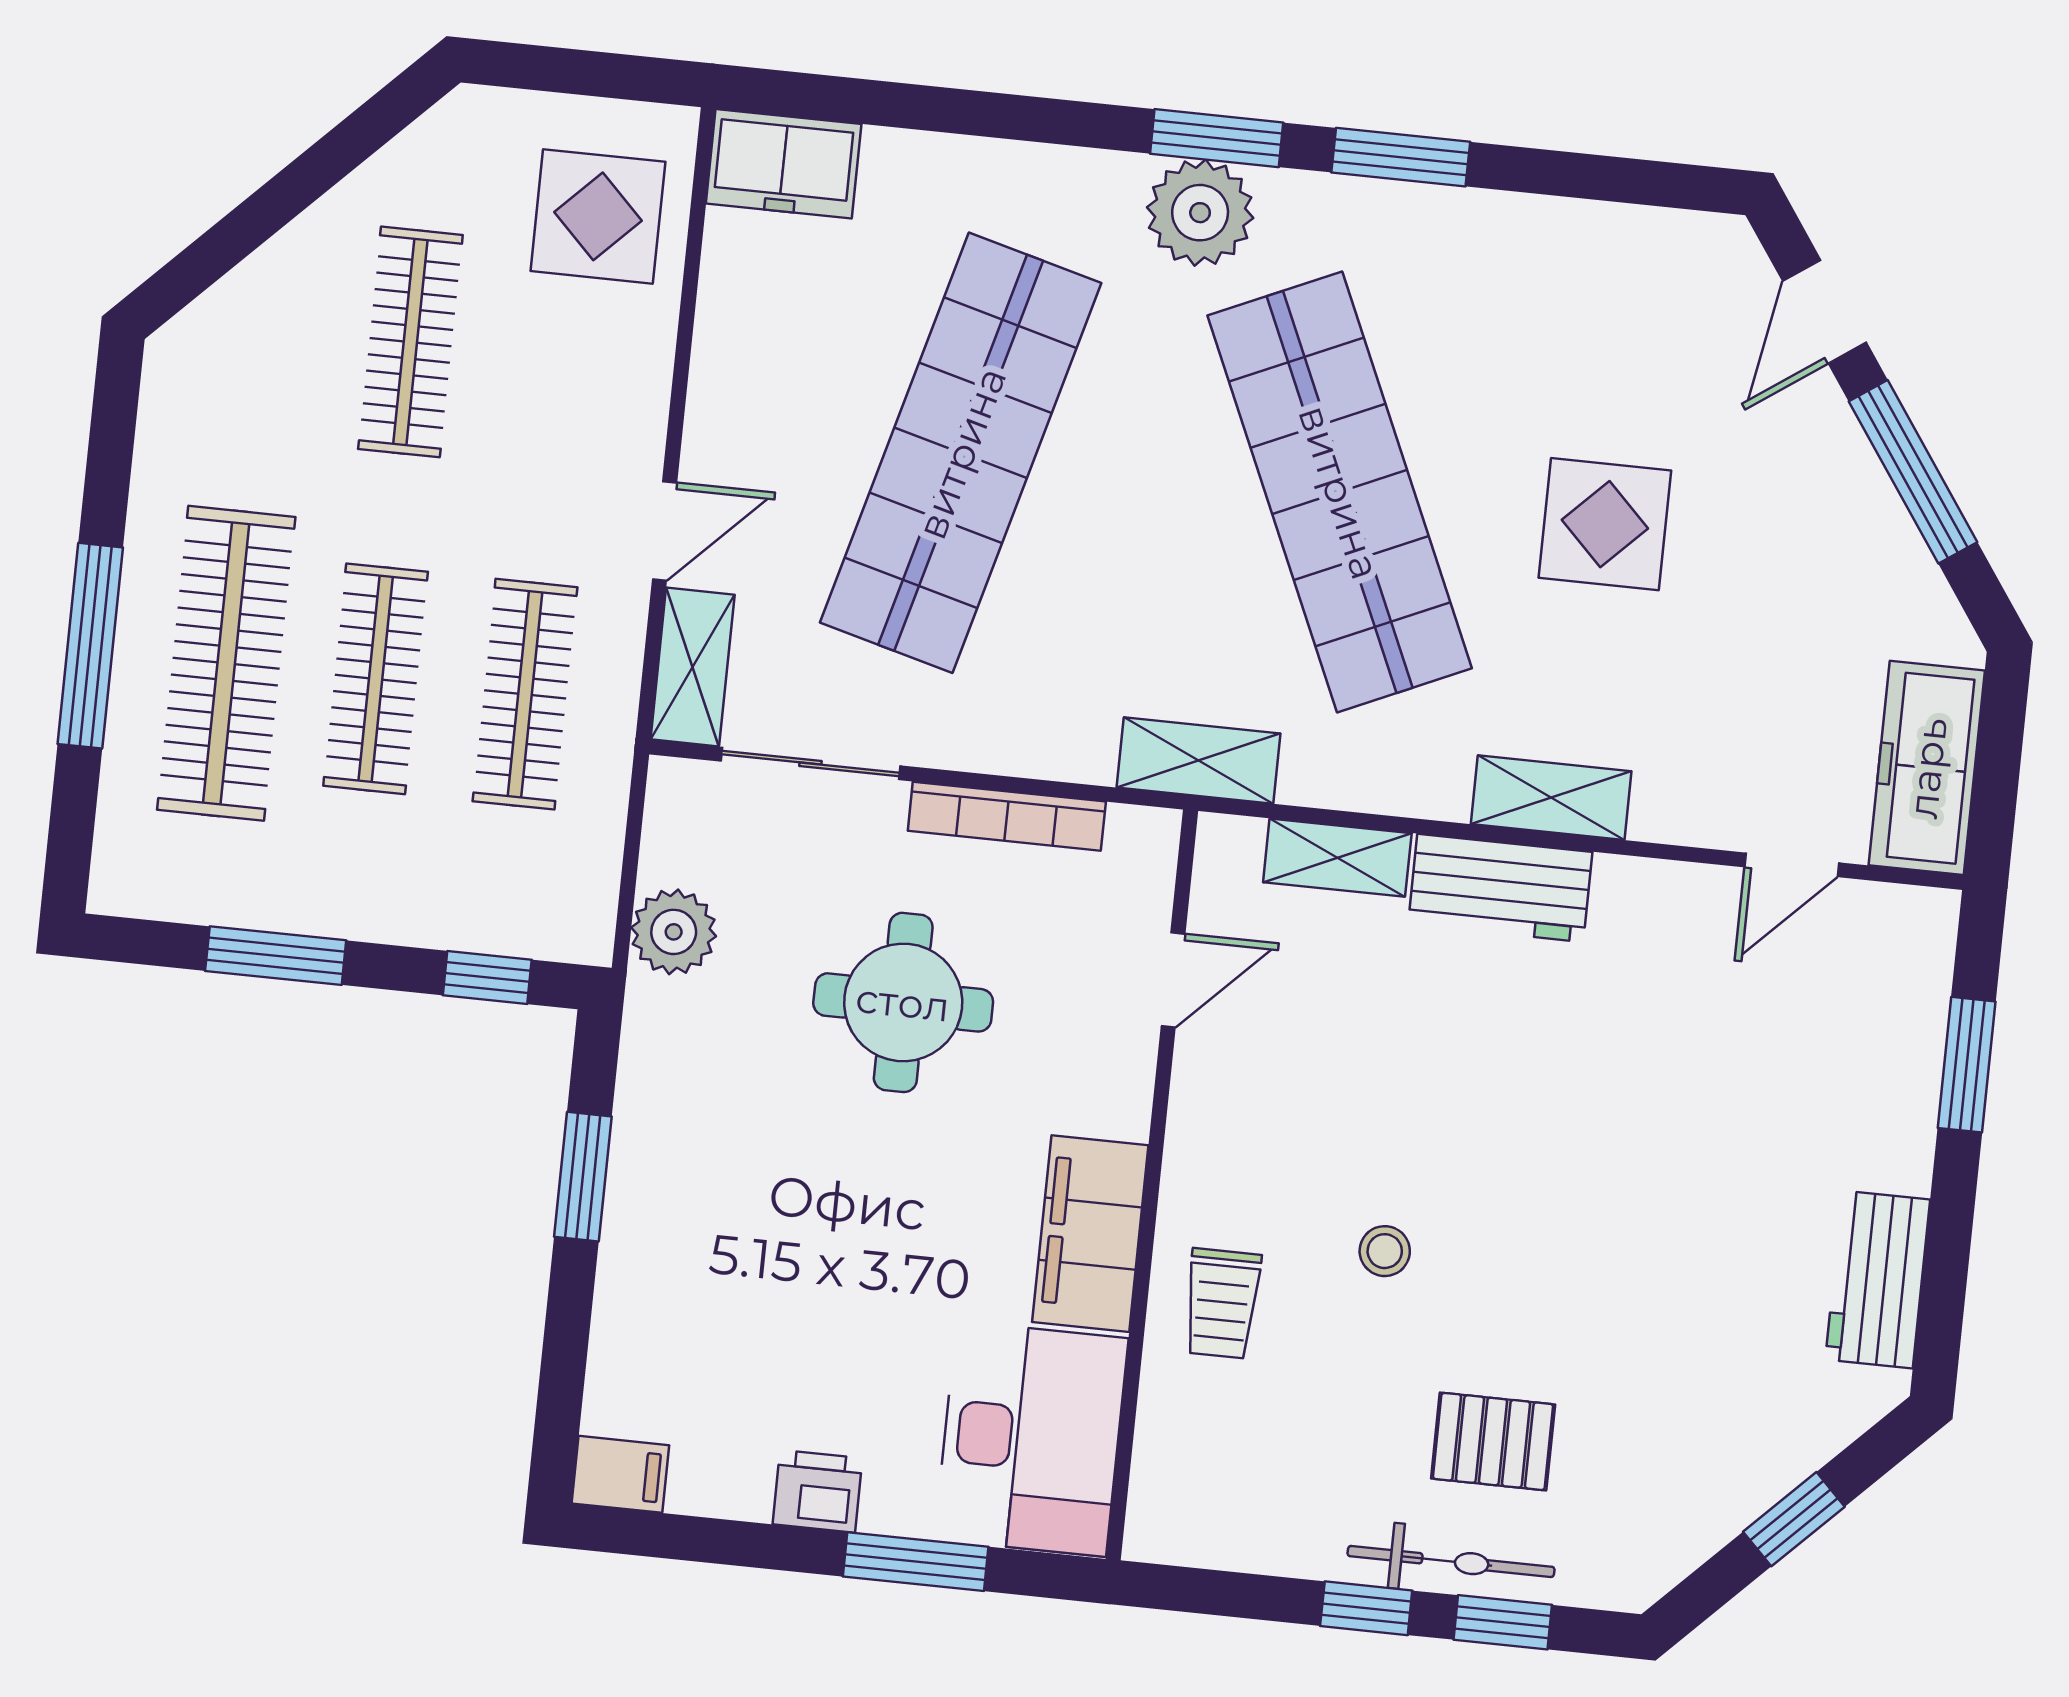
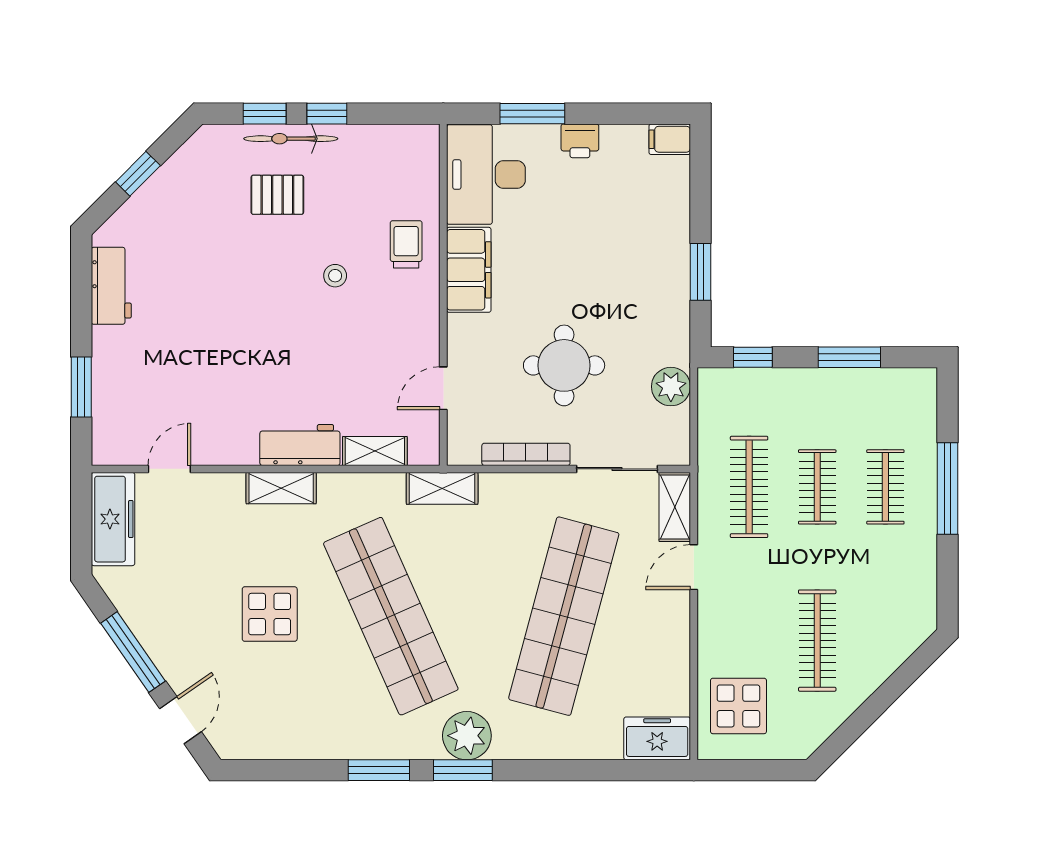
clothes rail: (226, 663) -> (885, 487), width x0.54, depth x0.76
clothes rail: (376, 679) -> (817, 487), width x0.73

